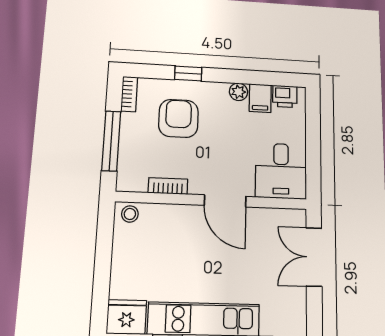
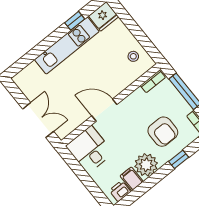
plant: (239, 92) -> (146, 165), width x1.87, depth x1.87
bookcase: (168, 186) -> (153, 81), moved
stool: (130, 214) -> (133, 56), moved

